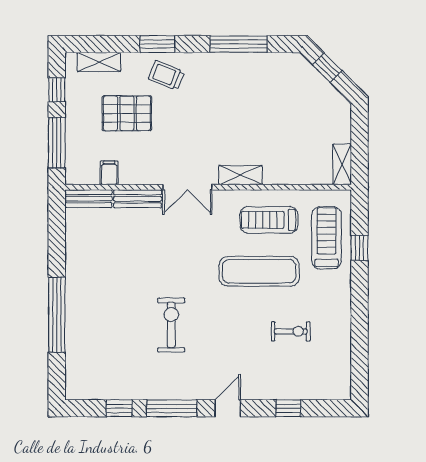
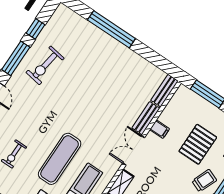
filing cabinet: (109, 173) -> (160, 129), moved
exercise bike: (171, 325) -> (45, 65), moved, turned 99

